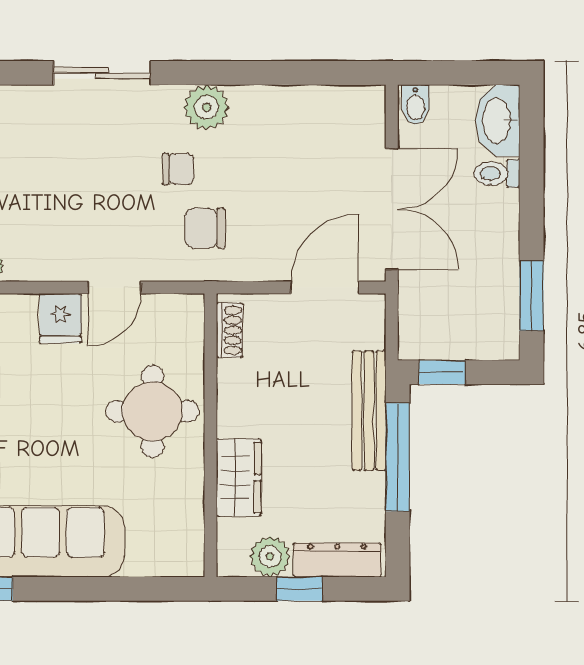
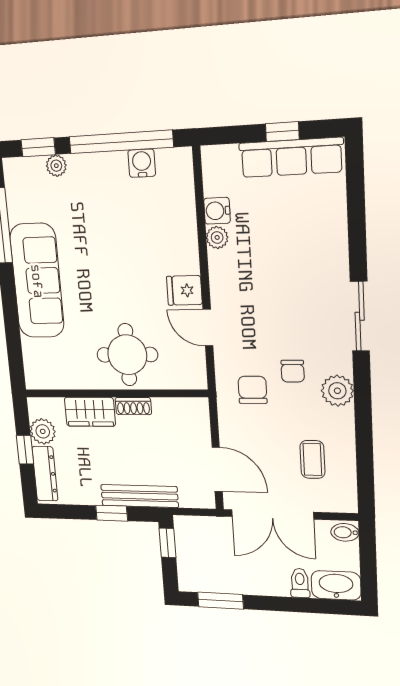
coffee table: (307, 147) -> (312, 459), added
shoe rack: (230, 330) -> (133, 406), moved
window: (398, 457) -> (112, 513), width x0.46

